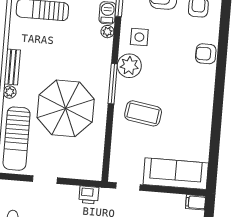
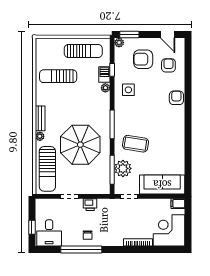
armchair: (206, 54) -> (176, 98), turned 90
plant: (129, 66) -> (123, 168), moved
window: (107, 147) -> (112, 170), added
printer: (89, 195) -> (90, 205), moved

